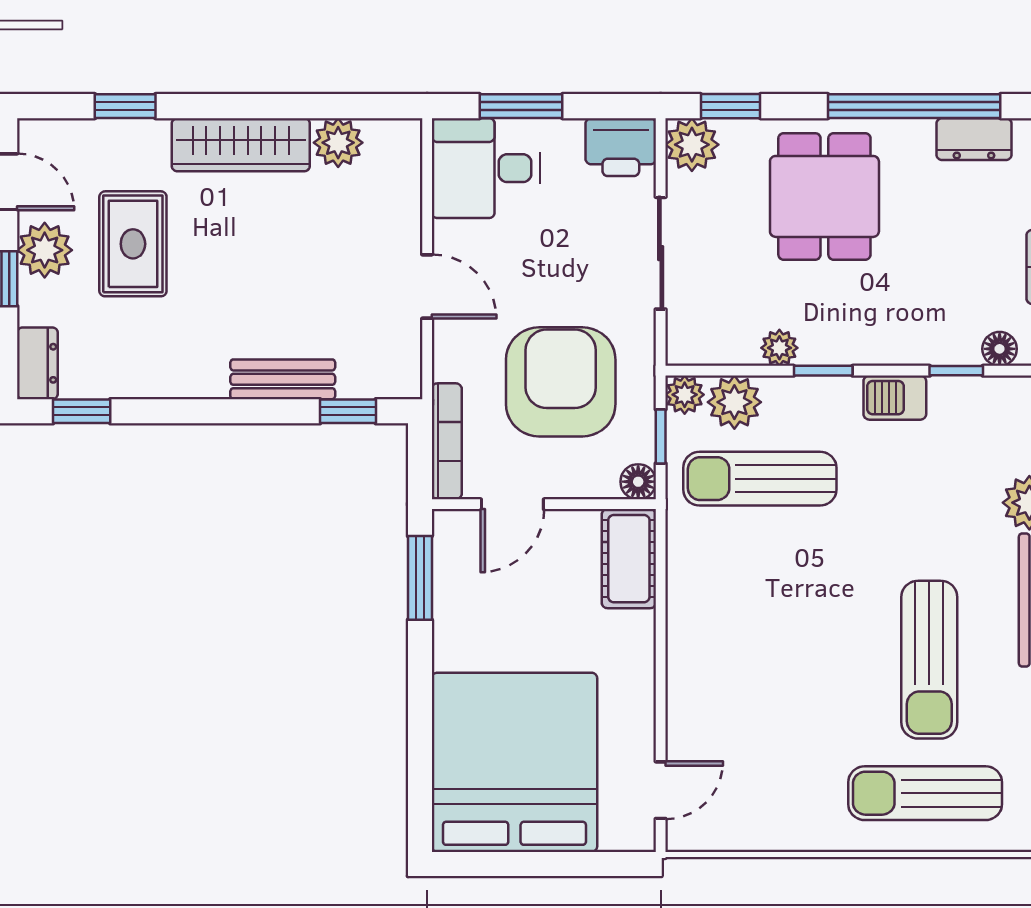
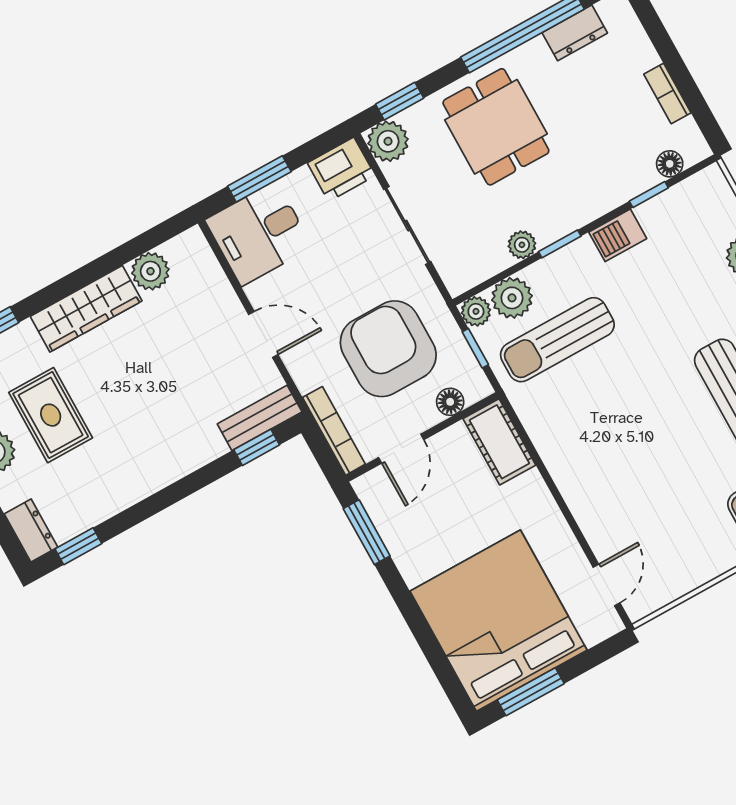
bench: (283, 379) -> (260, 418), moved
floor lamp: (638, 482) -> (450, 402), moved
window: (506, 864) -> (531, 692), added

